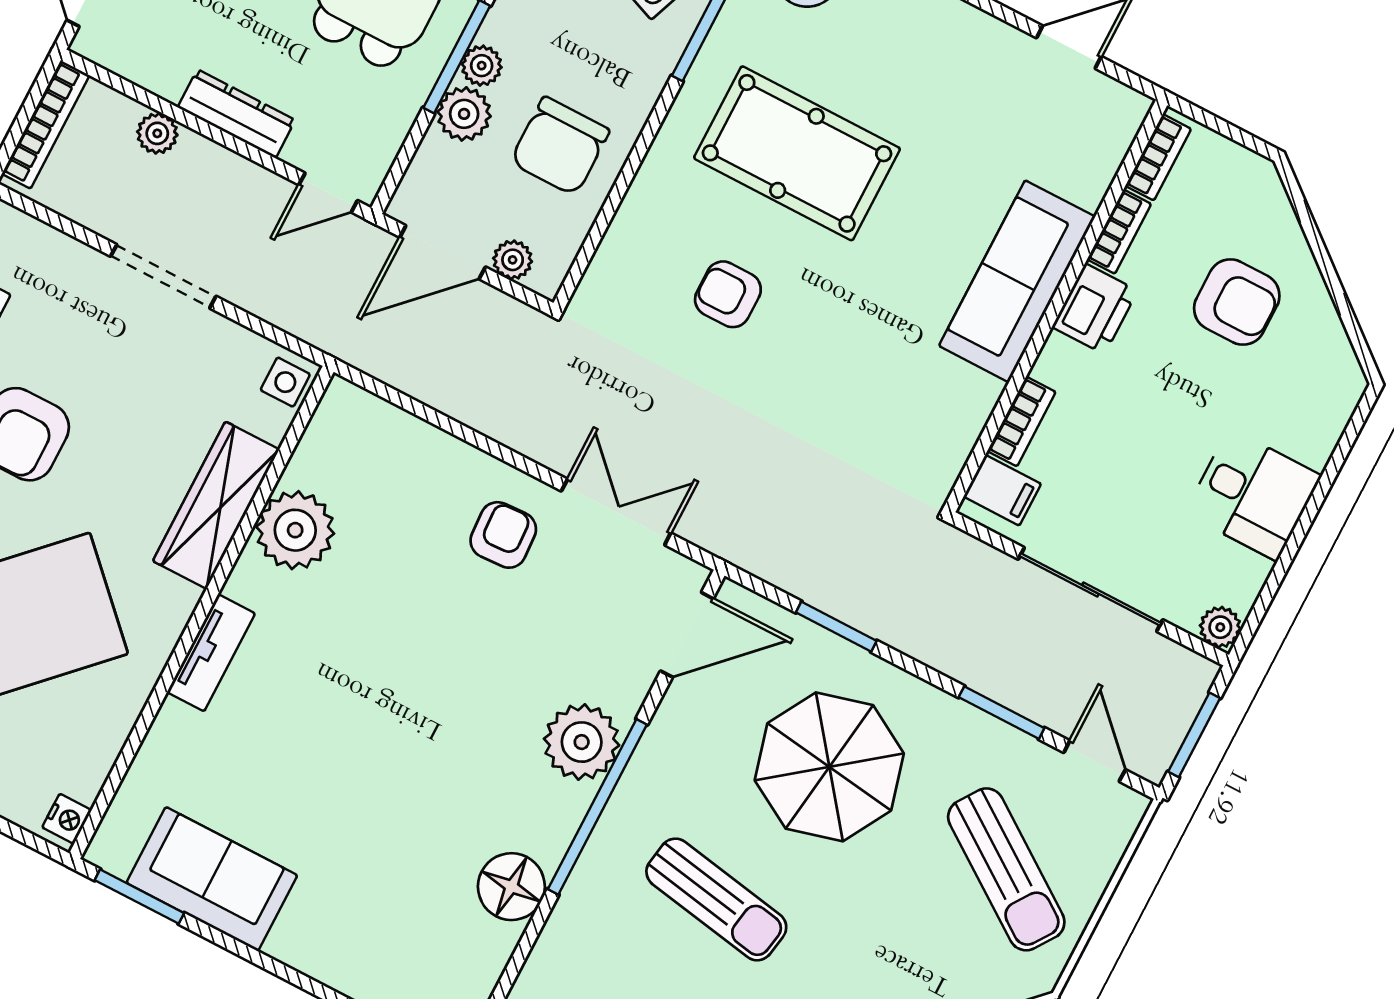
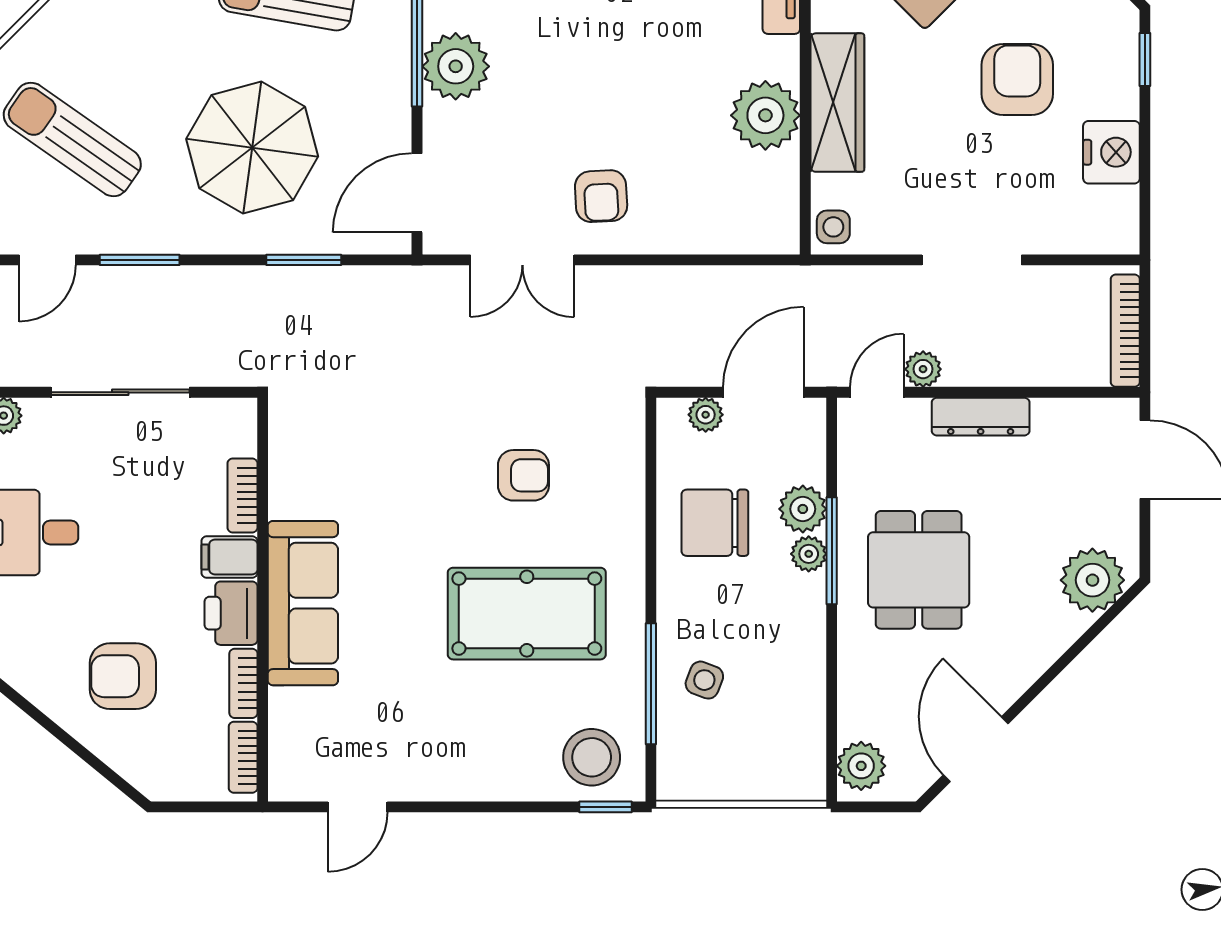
plant: (157, 133) -> (923, 369), moved
chair: (560, 146) -> (715, 523), turned -90
filing cabinet: (1002, 490) -> (229, 557), moved
door: (1095, 761) -> (47, 260), hinge flipped

